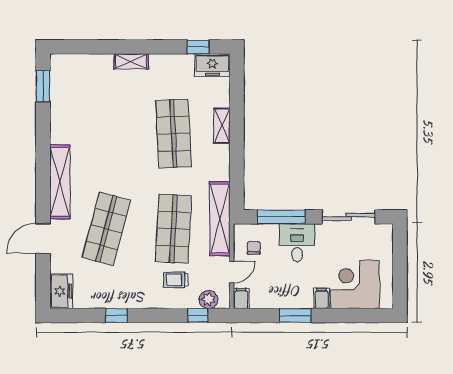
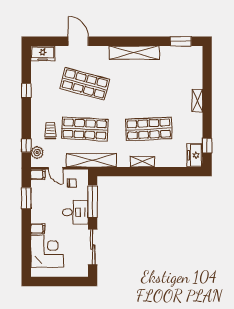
shelving: (222, 126) -> (142, 162), moved
shelving: (60, 182) -> (134, 53), moved
window: (295, 315) -> (26, 198), moved

